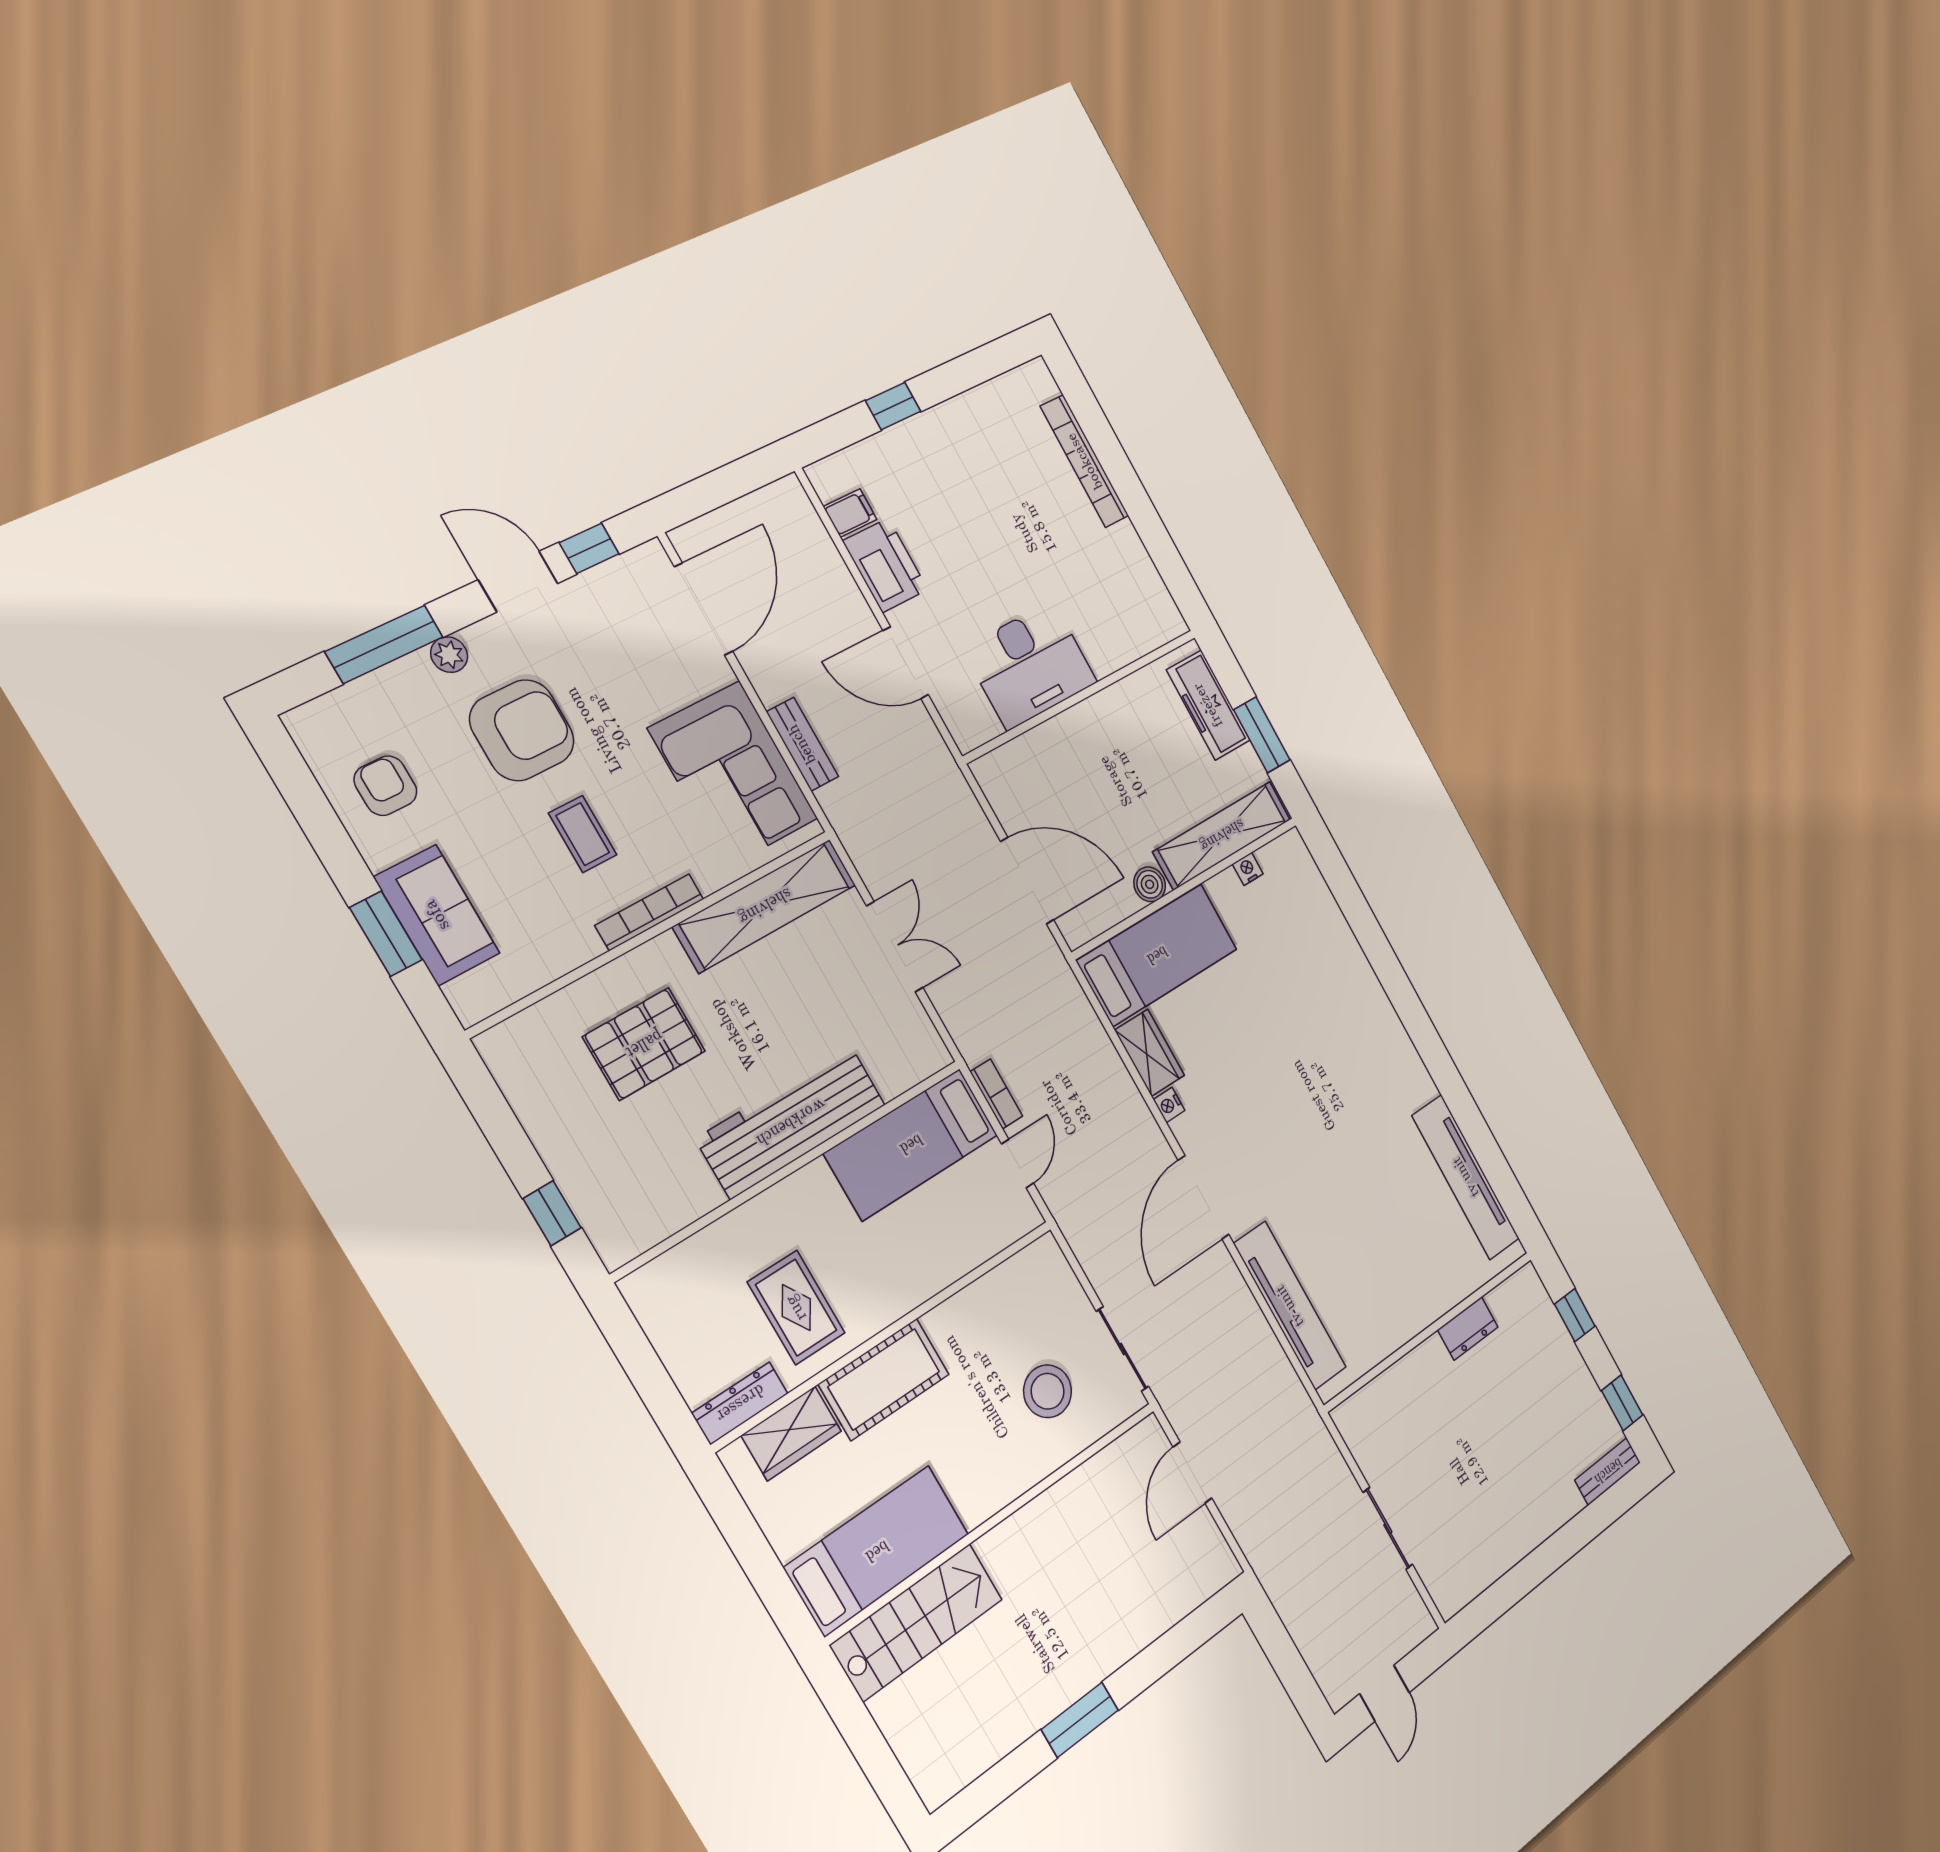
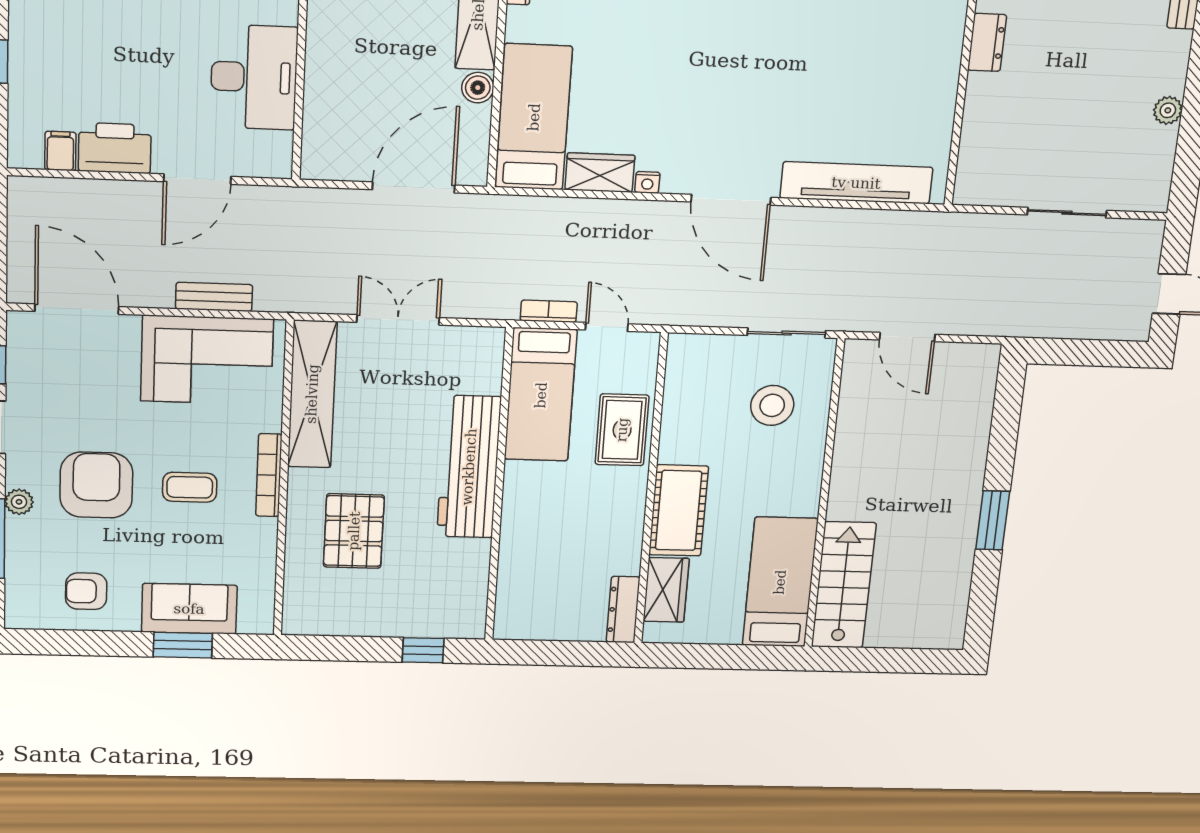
rug: (796, 1308) -> (622, 430), moved, turned 90
plant: (1519, 1543) -> (1168, 110), added

